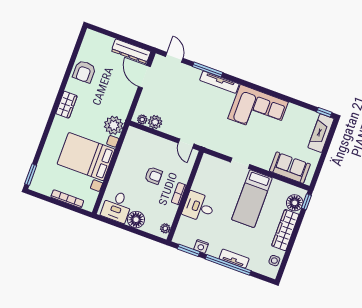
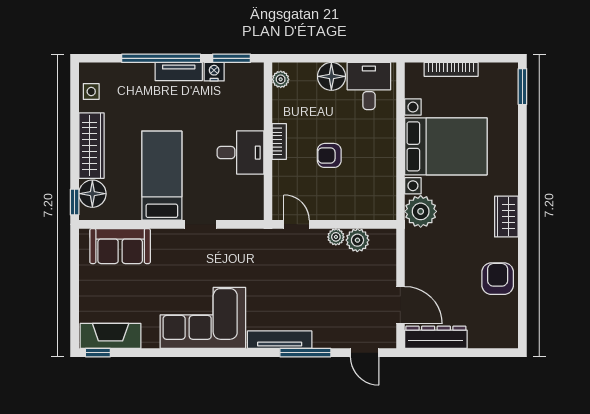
plant: (142, 119) -> (336, 237), moved
fireplace: (321, 133) -> (111, 336), moved, turned -90
desk: (199, 207) -> (240, 153), moved
tv unit: (234, 259) -> (179, 72), moved

